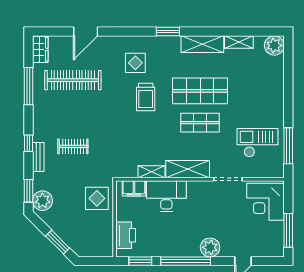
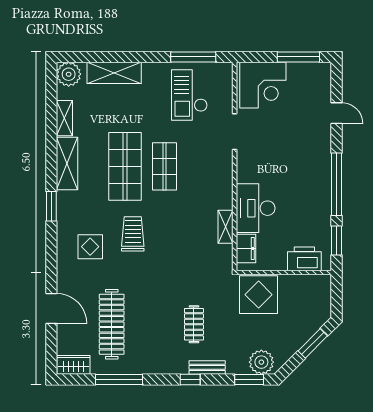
trolley: (146, 97) -> (133, 234), turned -90
shelving: (188, 169) -> (114, 73), moved, turned 90
display table: (97, 198) -> (259, 295), width x1.36, depth x1.36
plant: (210, 247) -> (320, 154), removed

